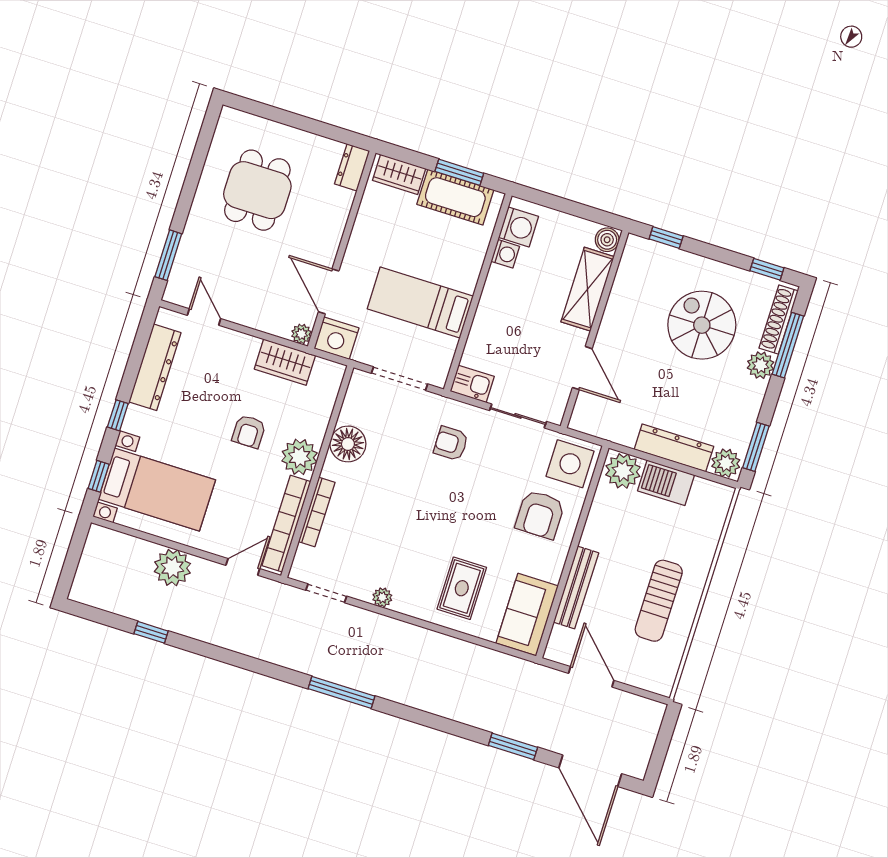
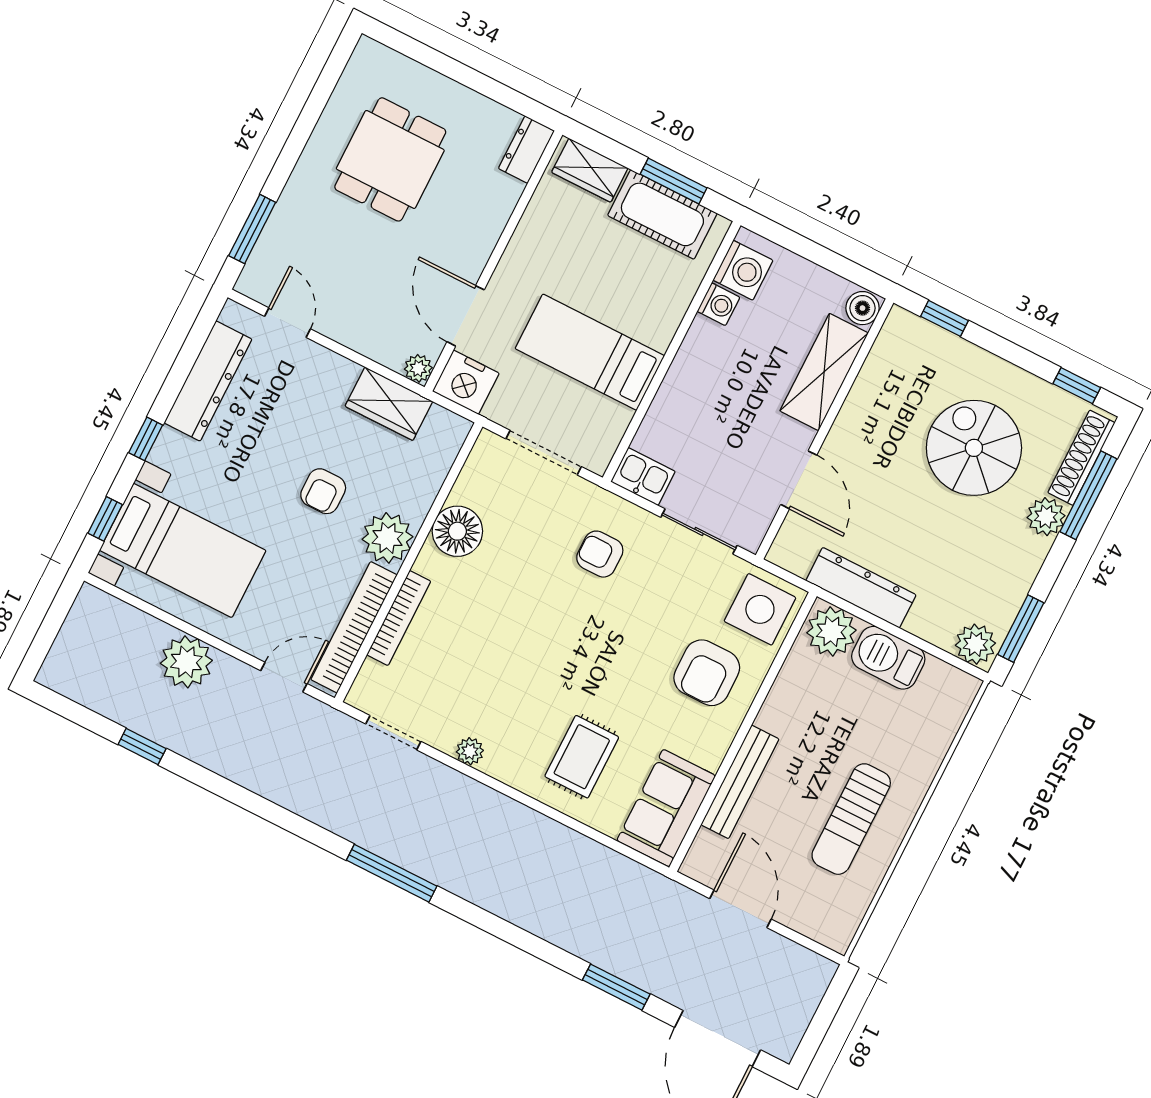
dresser: (674, 448) -> (861, 588), moved

